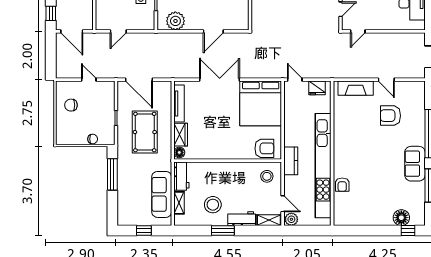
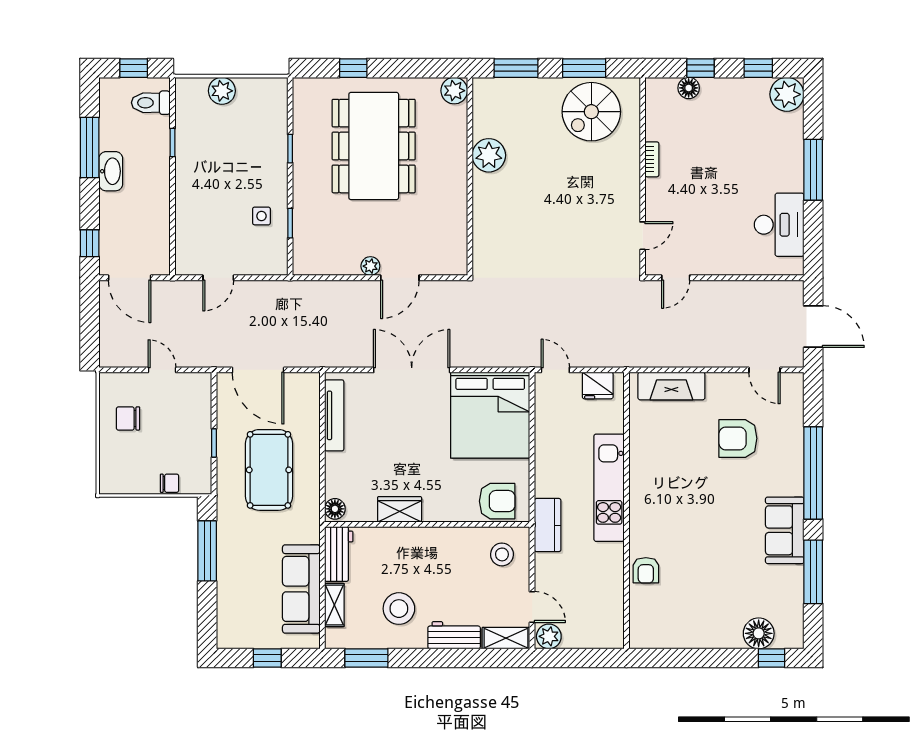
plant: (175, 21) -> (370, 266), moved, width x0.53, depth x0.53
door: (386, 80) -> (764, 370), moved
wardrobe: (181, 135) -> (400, 509), moved, turned -90
kitchen unit: (323, 166) -> (609, 488), width x0.54
window: (223, 231) -> (366, 658), moved

